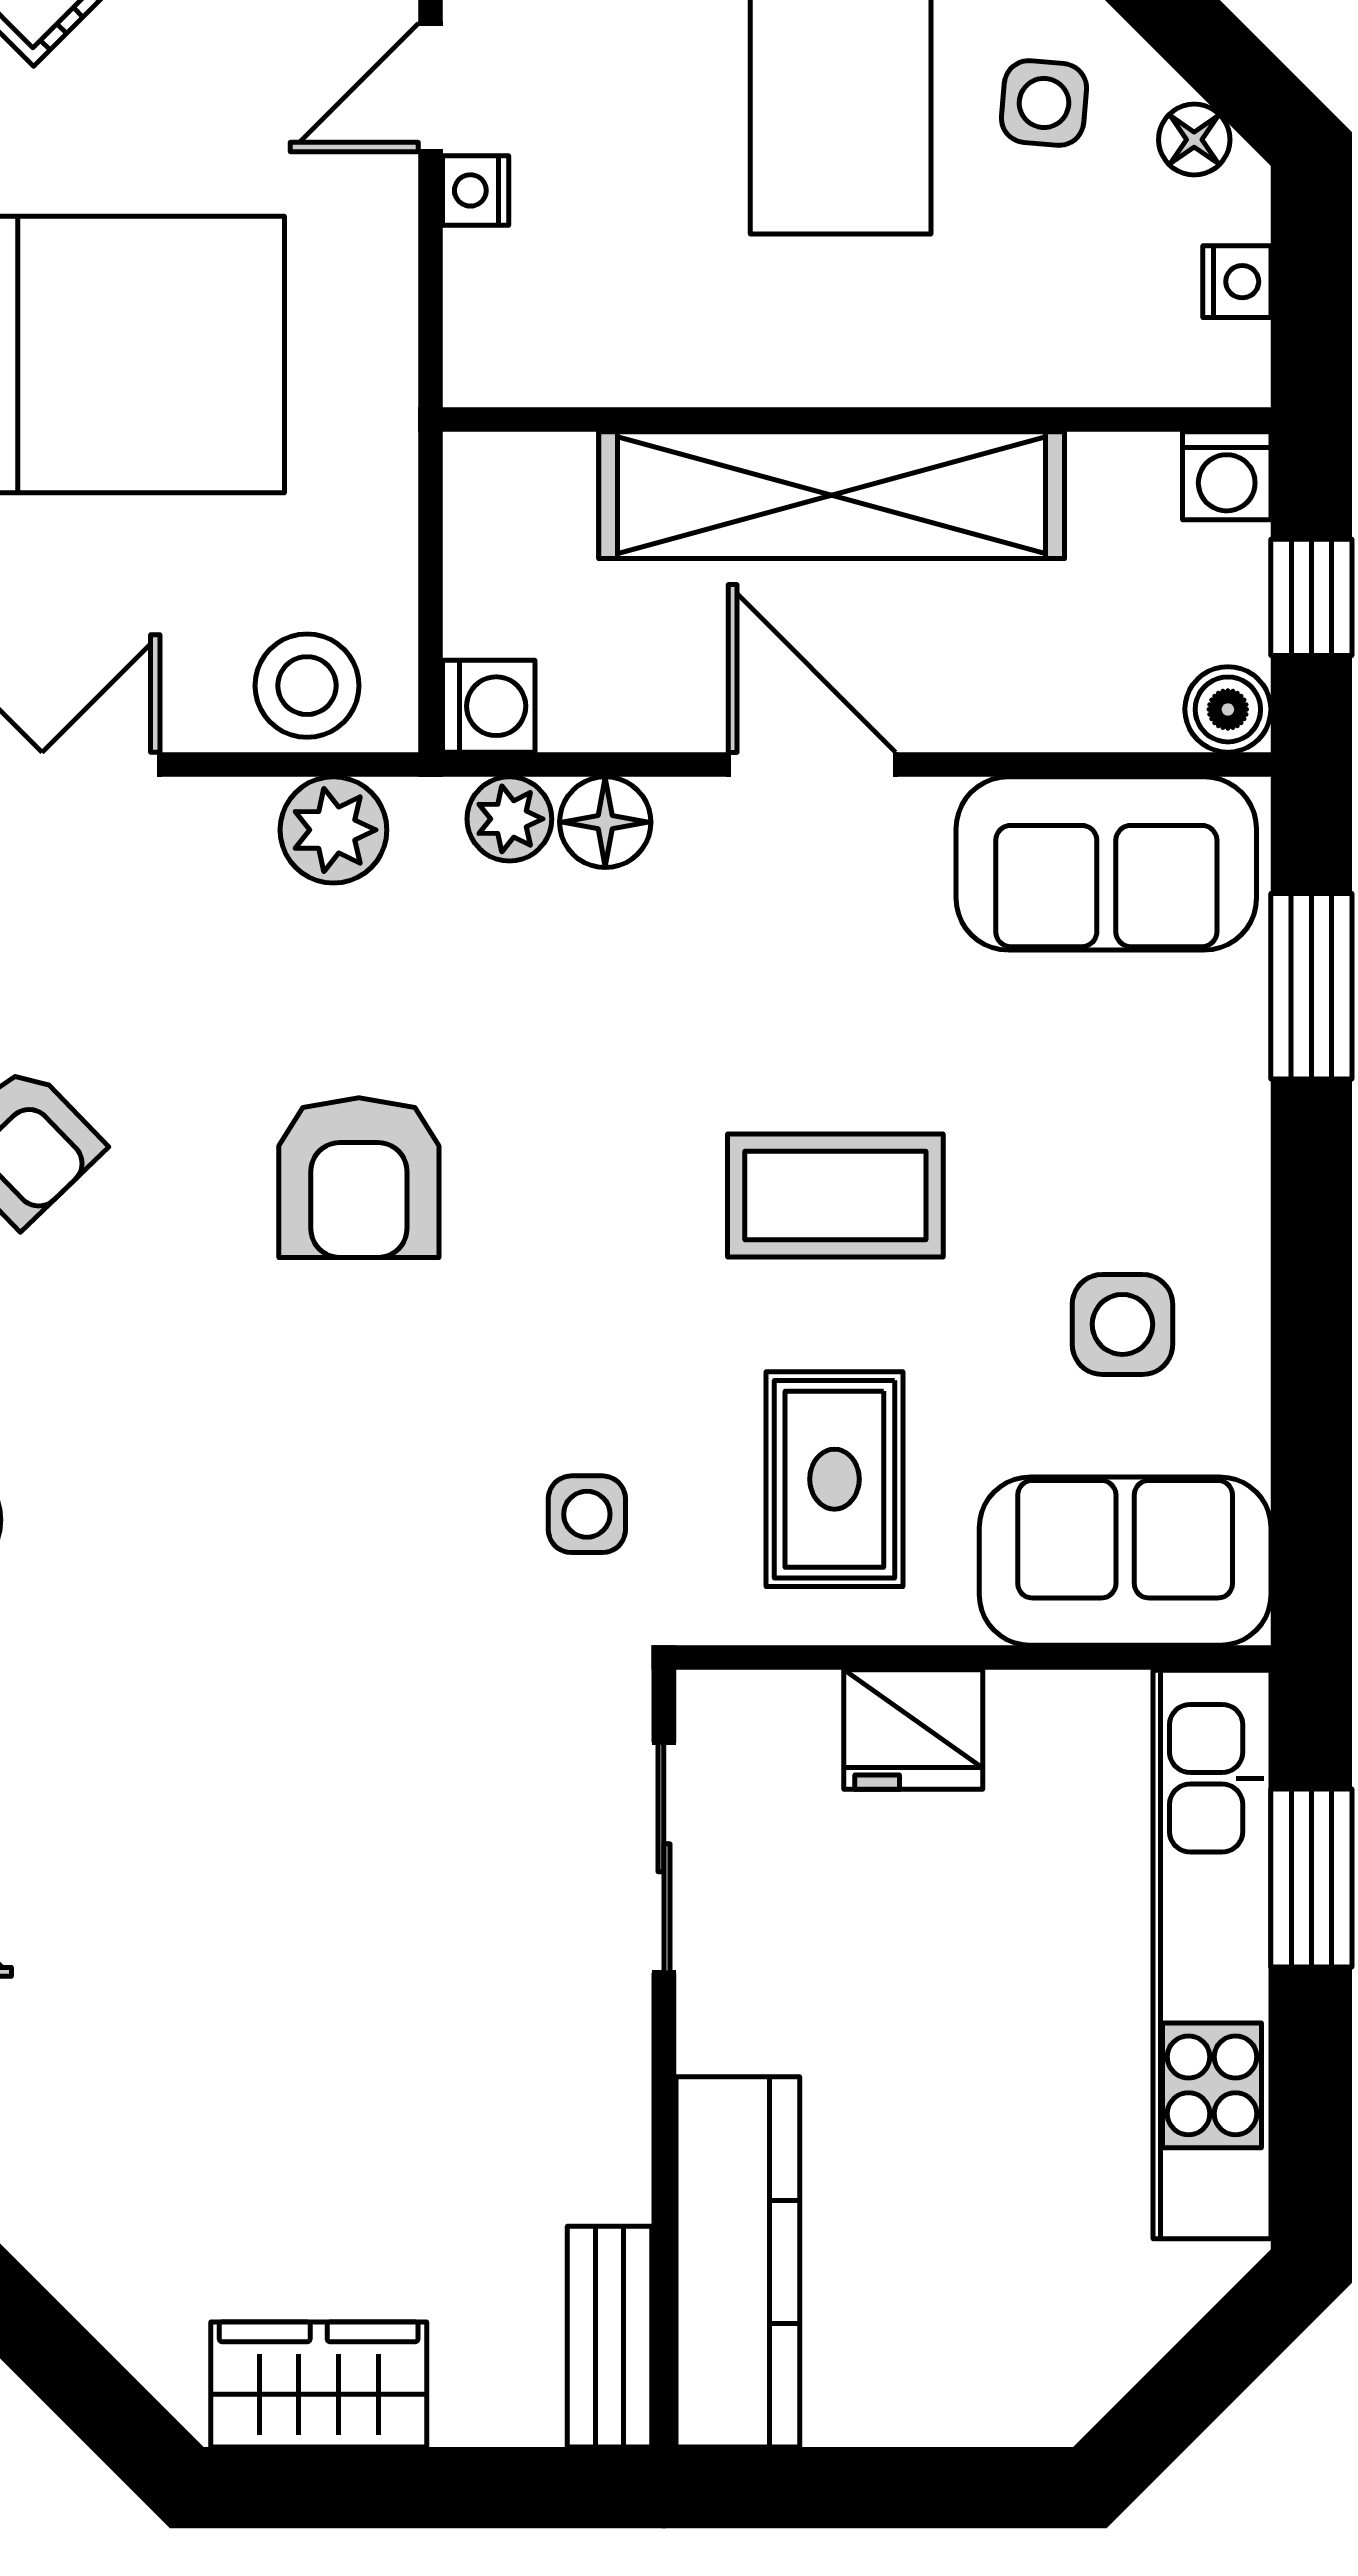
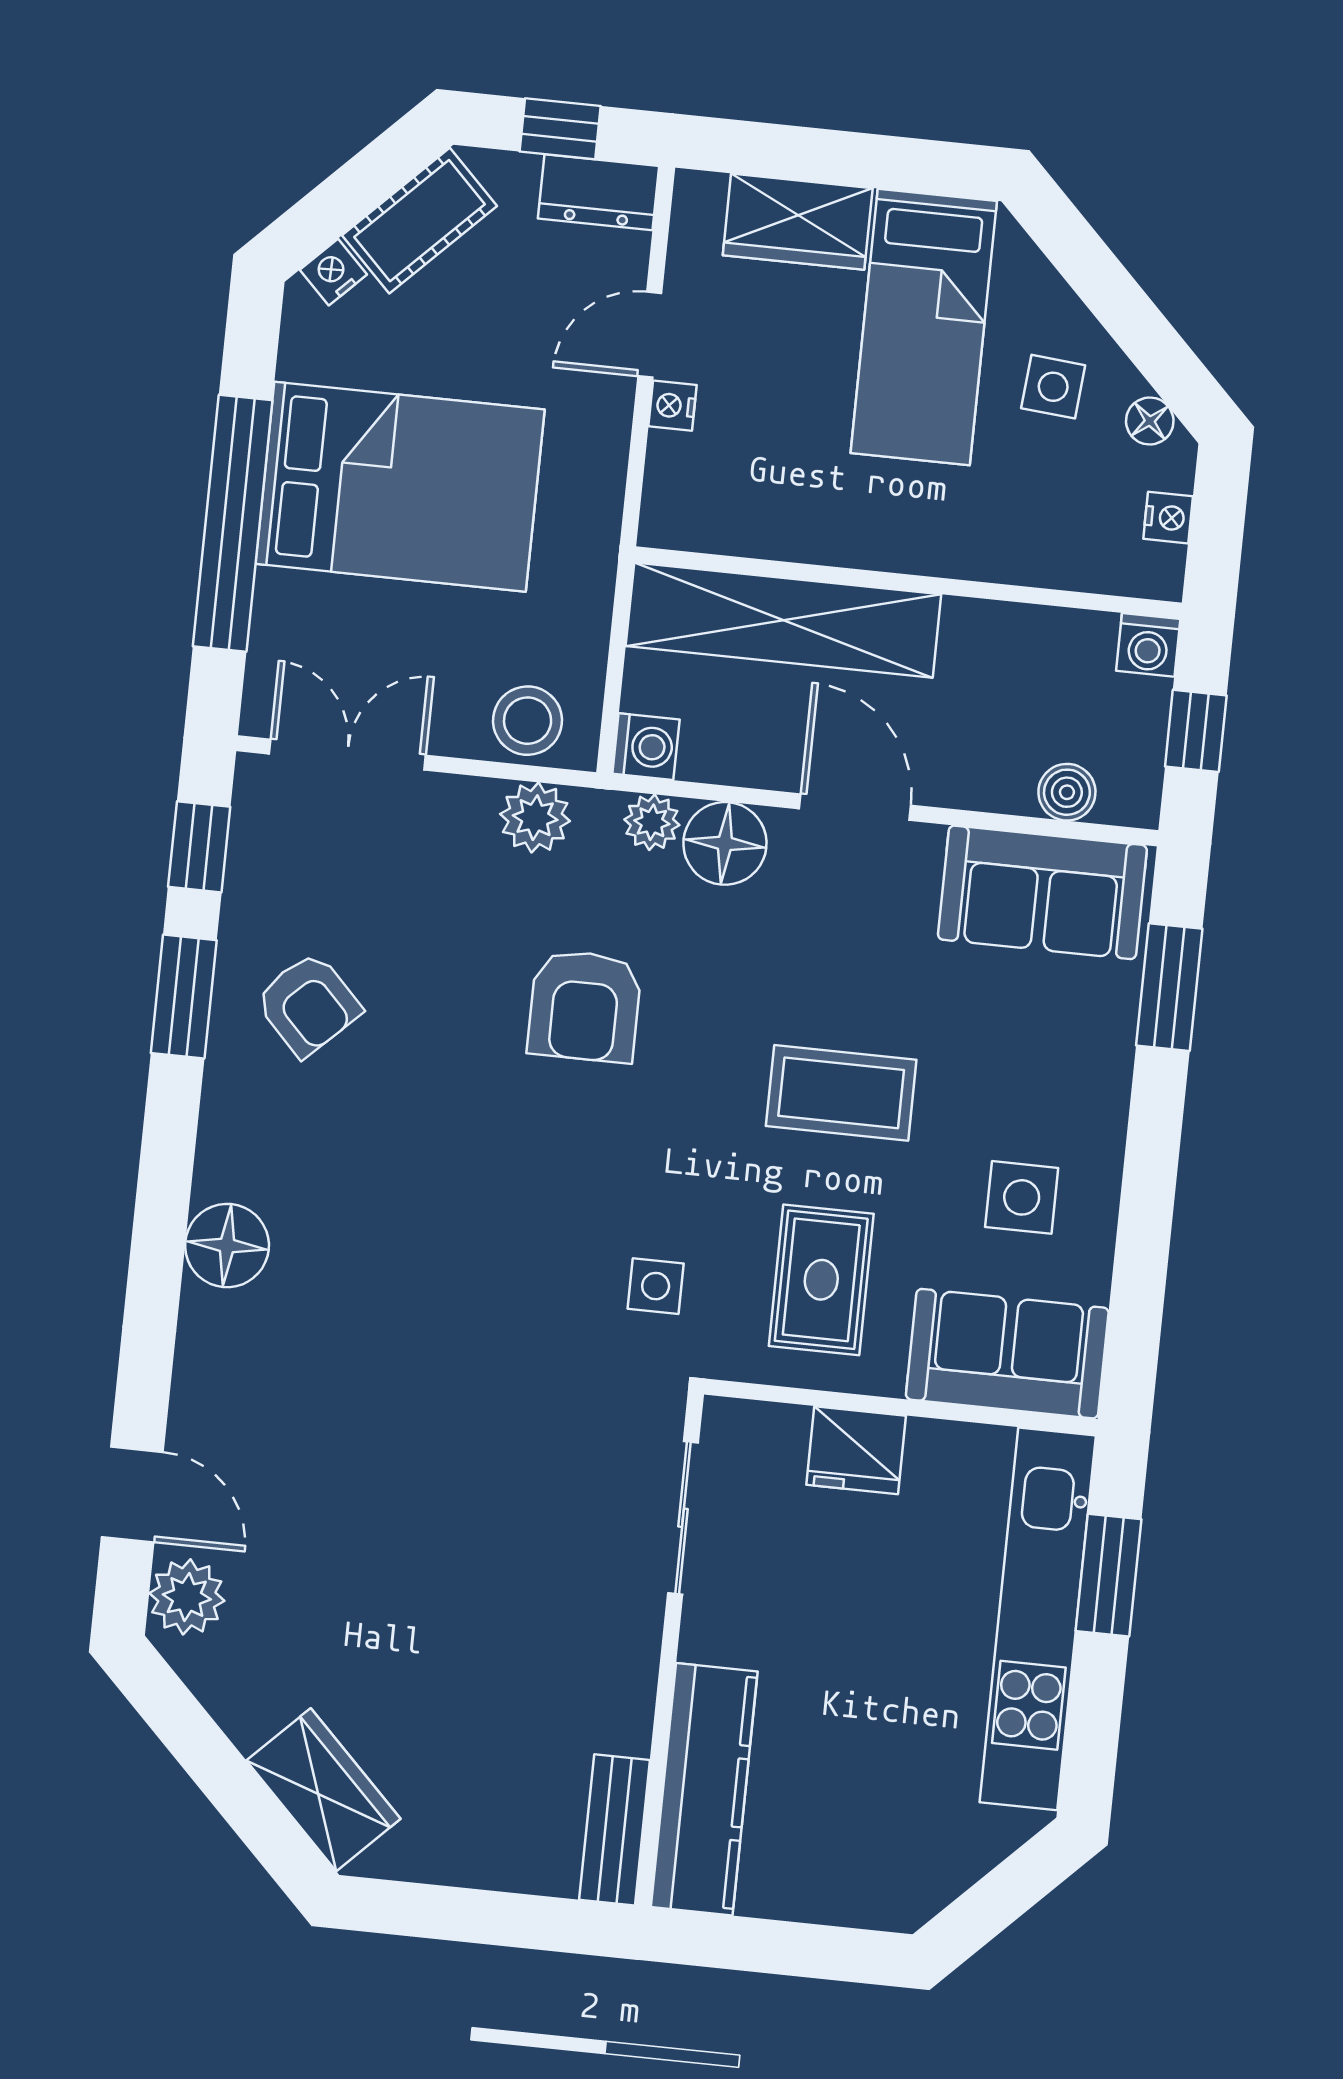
shelving: (832, 495) -> (783, 620), moved
boiler: (1228, 709) -> (1067, 792), moved
floor lamp: (605, 822) -> (725, 843), width x1.38, depth x1.38
armchair: (359, 1178) -> (585, 1006), moved
wardrobe: (319, 2384) -> (323, 1790), moved, turned 45

